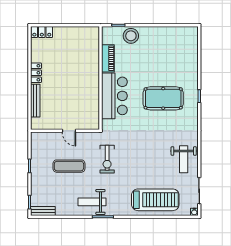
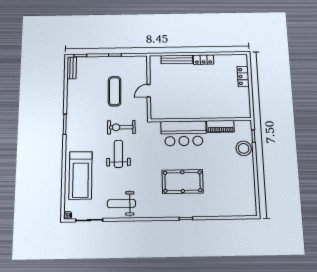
locker: (42, 32) -> (243, 76), moved
pool table: (163, 98) -> (183, 182), turned 90
weight bench: (92, 202) -> (118, 154), moved

